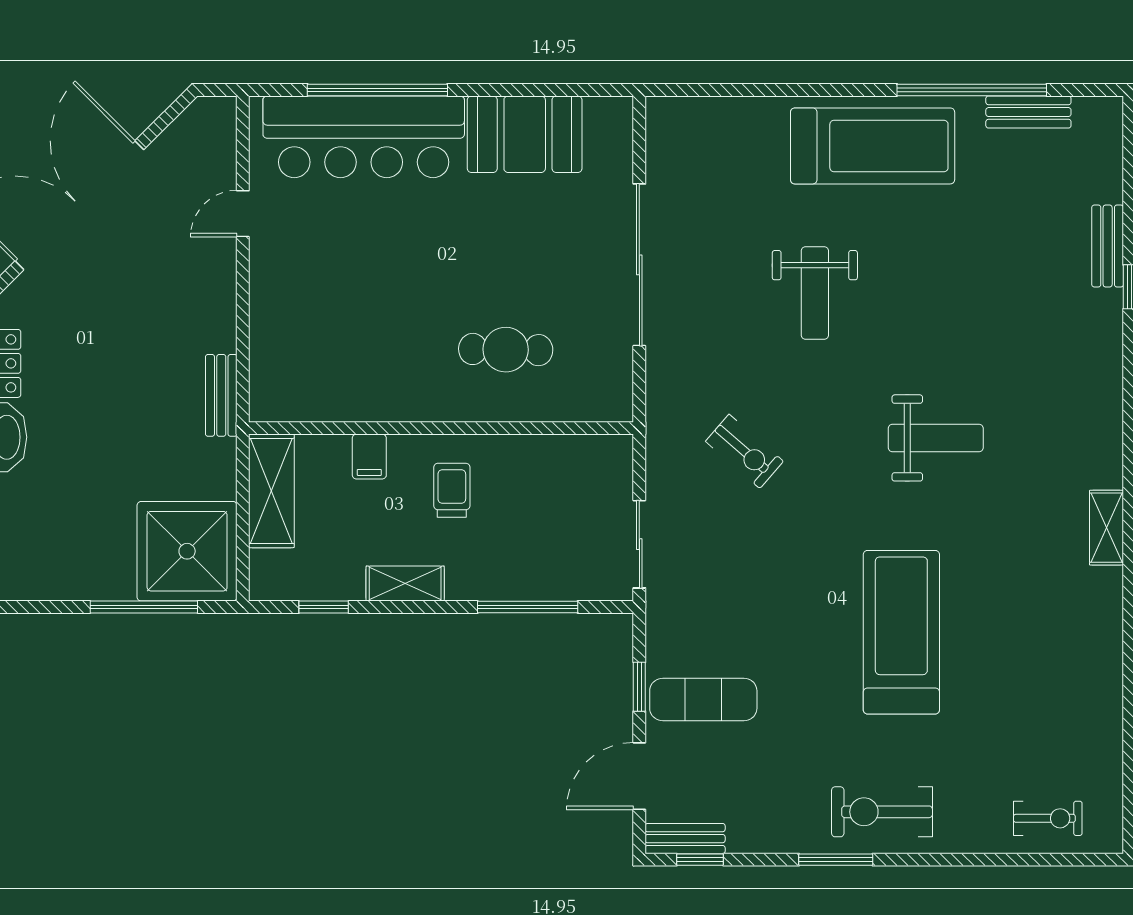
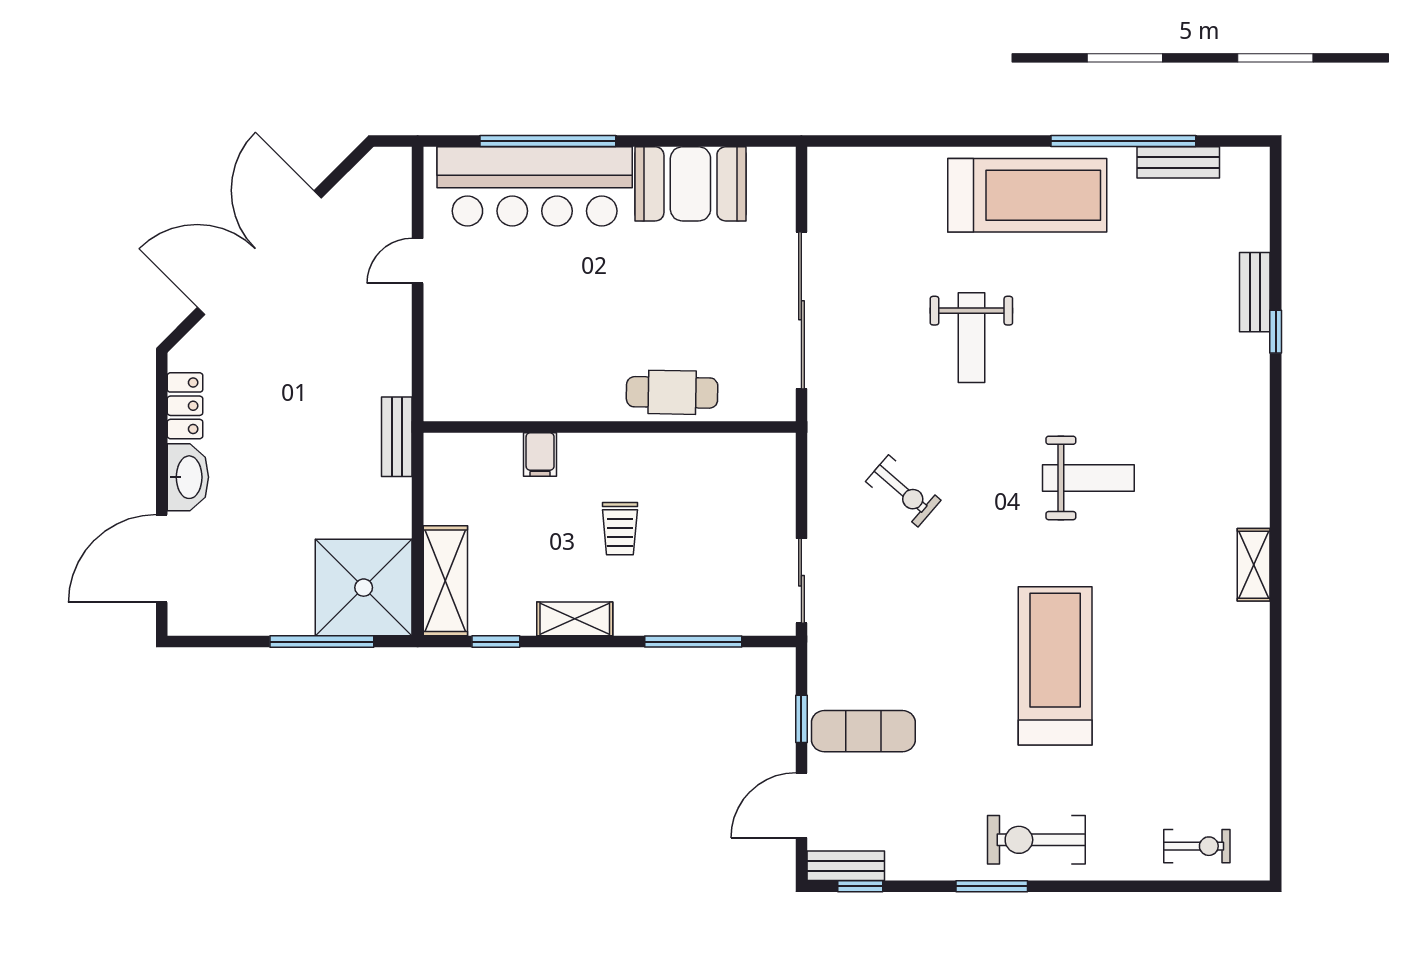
wall: (441, 428) -> (610, 427), moved
filing cabinet: (369, 457) -> (540, 455), moved
trolley: (452, 490) -> (620, 529), turned 180
shelving: (271, 491) -> (445, 581), moved

